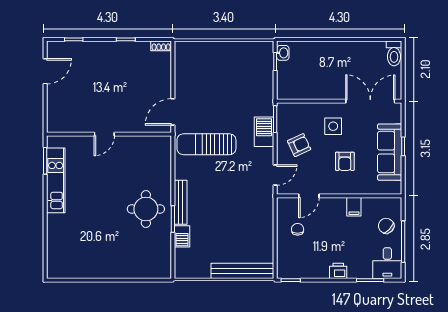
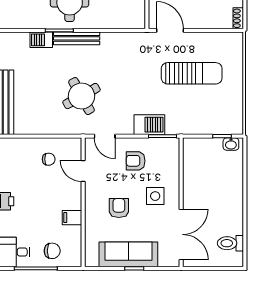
toilet: (394, 53) -> (230, 243), moved
sun lounger: (206, 144) -> (192, 73), moved, turned 90
armchair: (299, 145) -> (136, 161), turned 115
armchair: (345, 161) -> (119, 208), turned 90
round table: (236, 197) -> (81, 96), added
chair: (386, 226) -> (52, 251), turned 47

